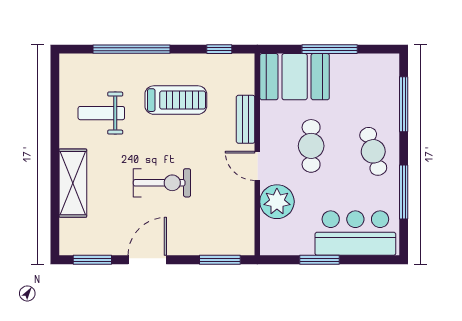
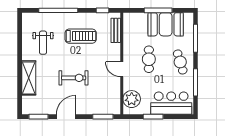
booth: (295, 77) -> (166, 24), moved
weight bench: (101, 113) -> (43, 43), turned -90
bench: (246, 119) -> (116, 30), moved
plant: (277, 202) -> (132, 99), moved

